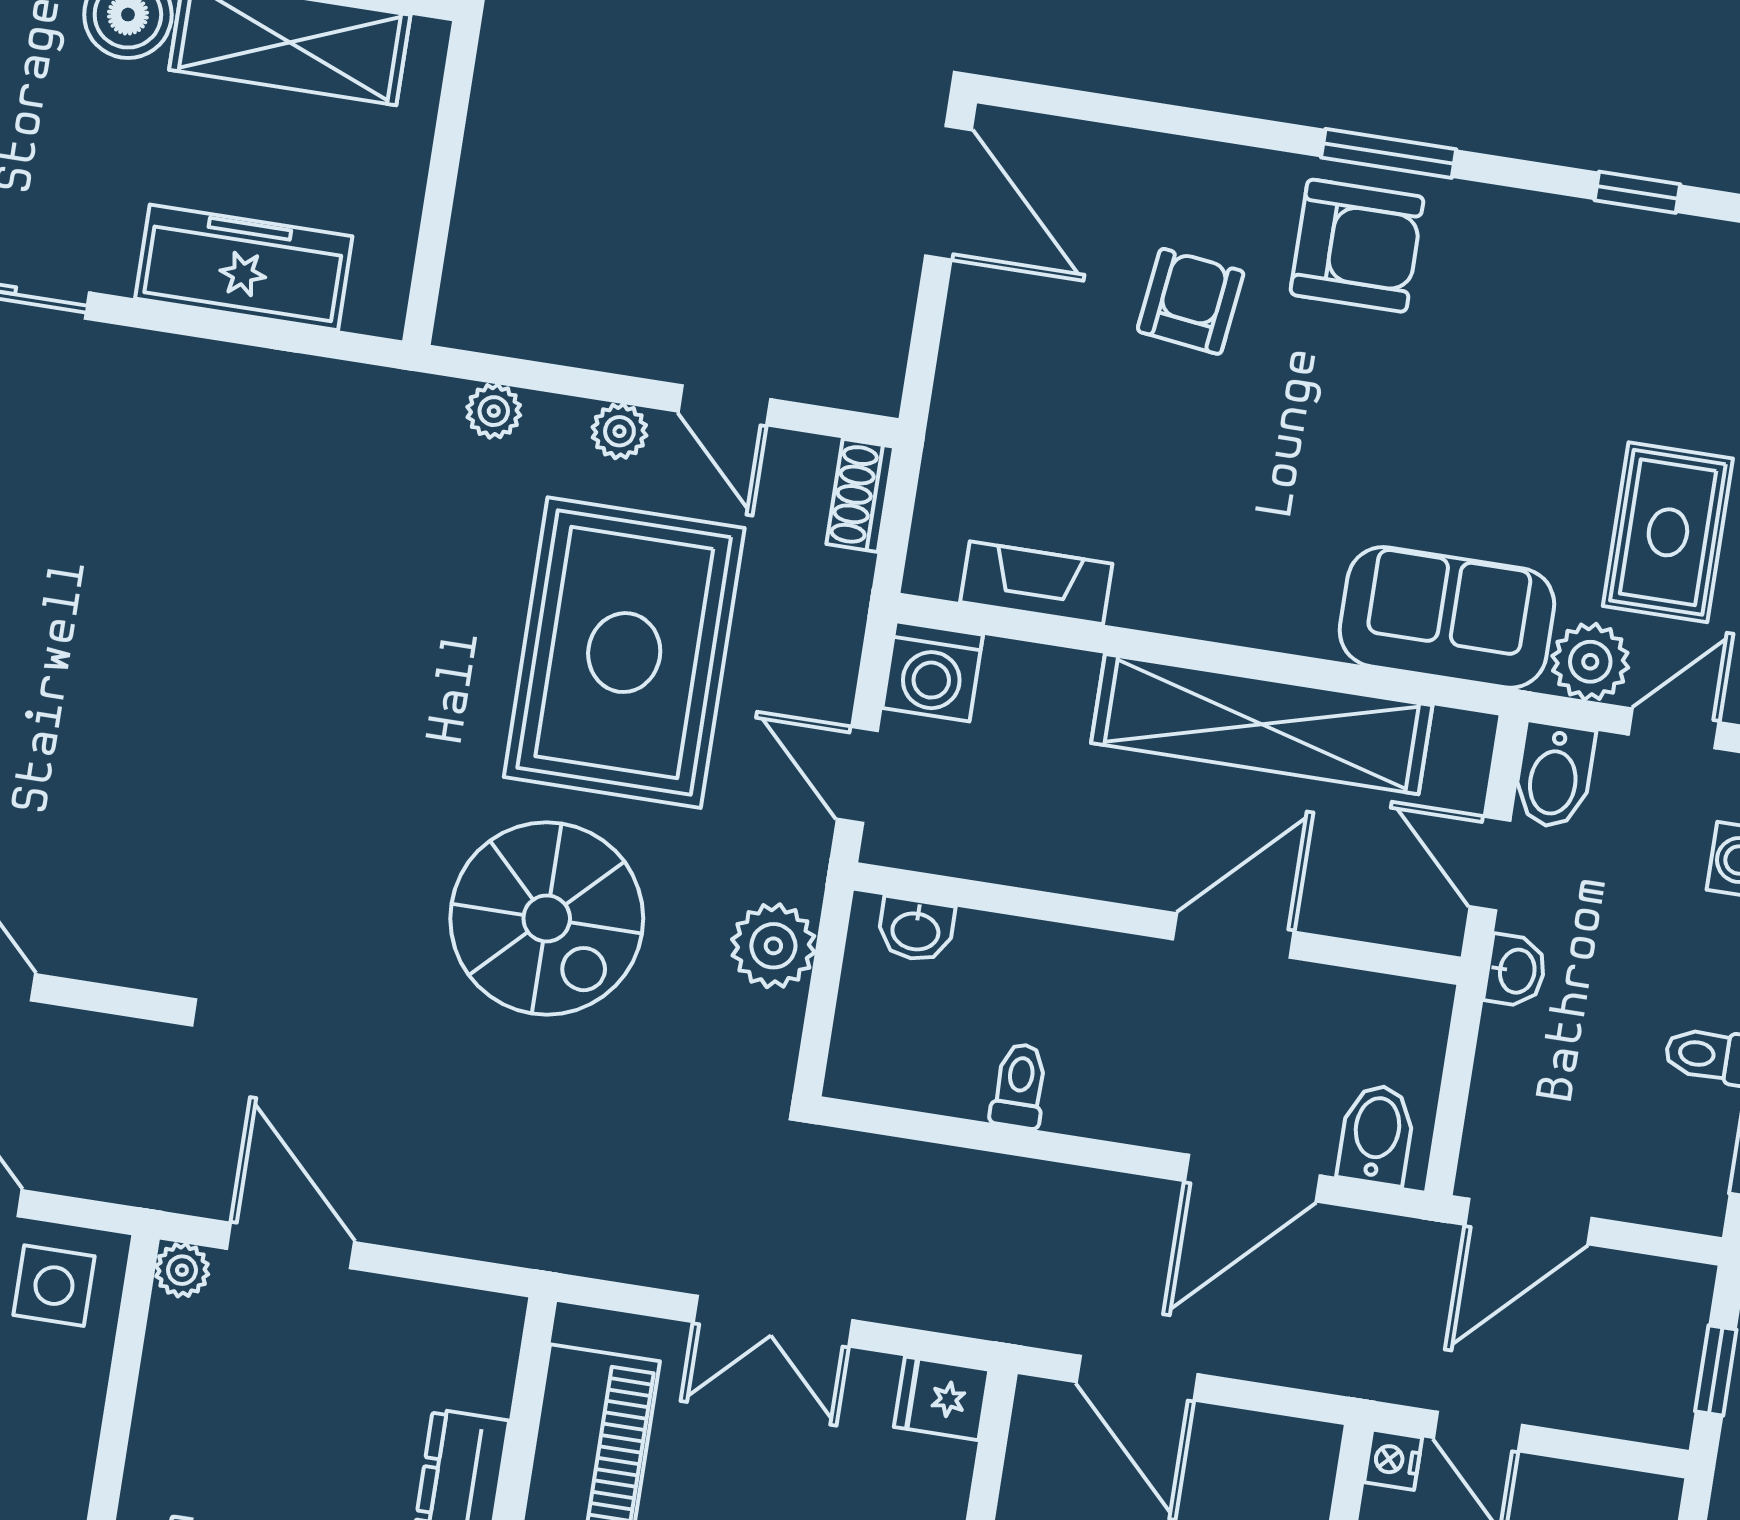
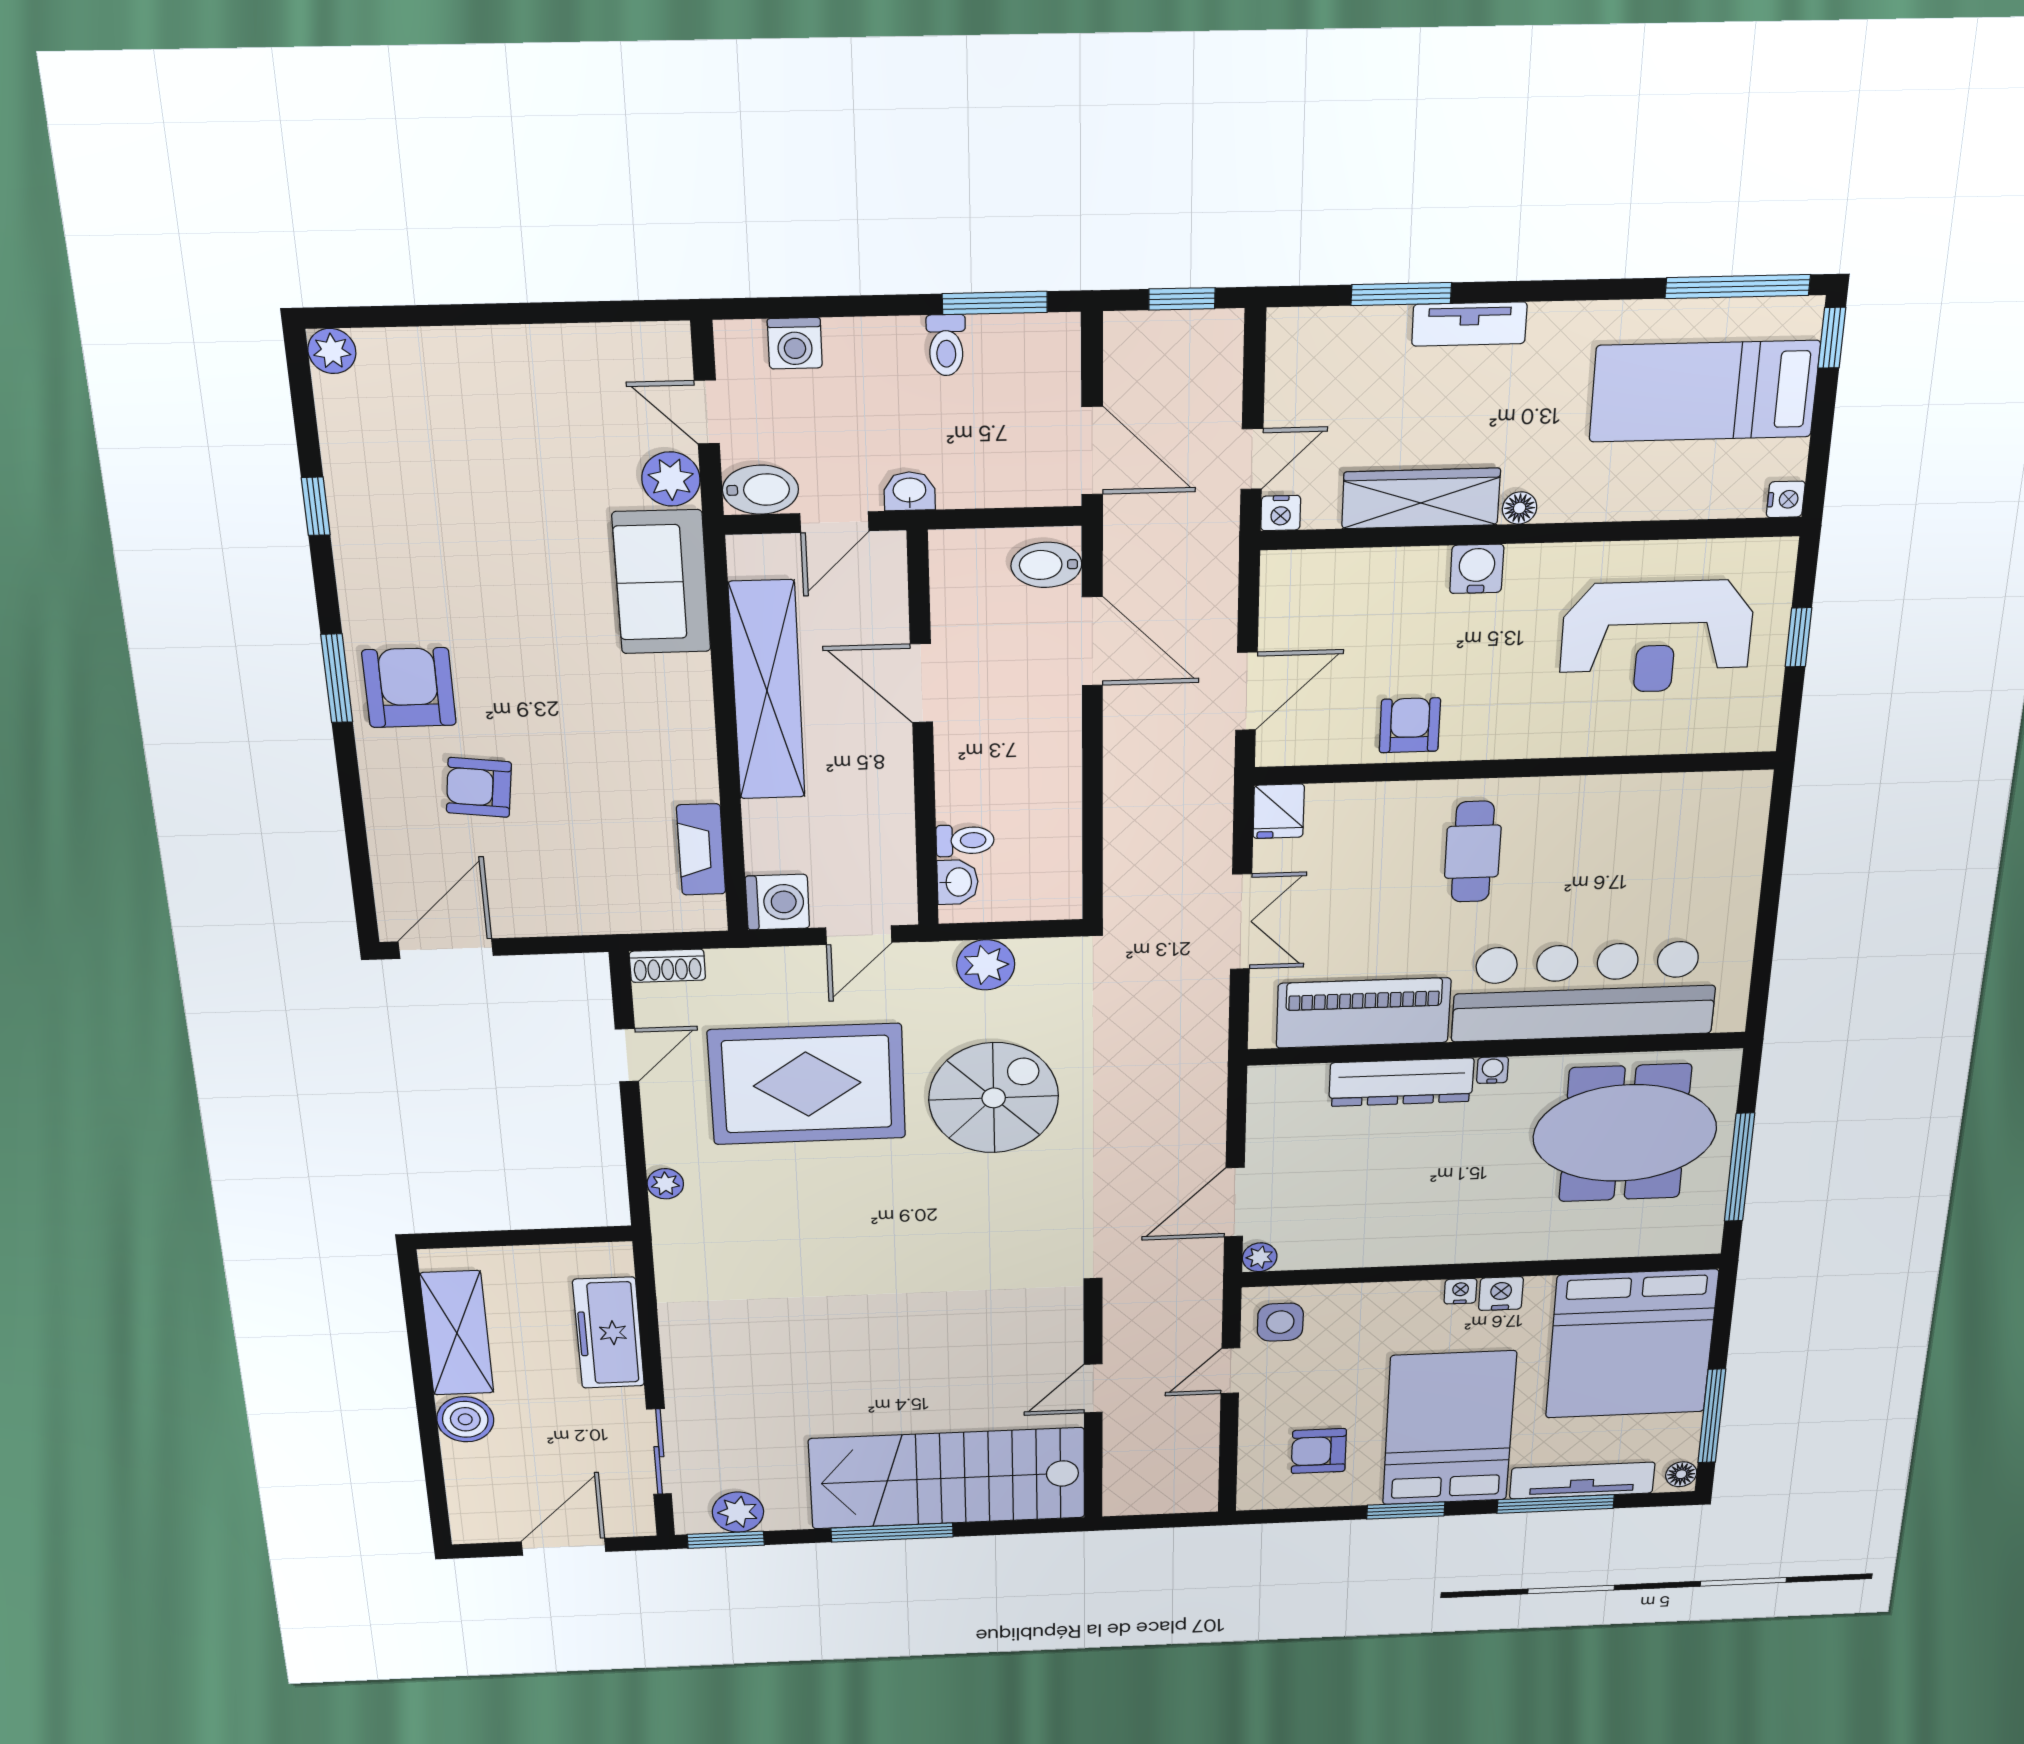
plant: (619, 431) -> (660, 1112), removed
rug: (1668, 532) -> (562, 441), removed
toilet: (1019, 1086) -> (965, 840), moved, turned 180

